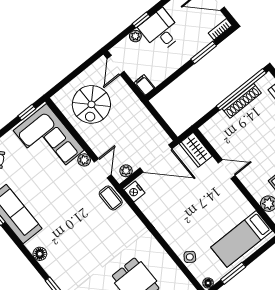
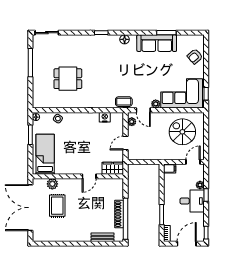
door: (116, 65) -> (193, 162), hinge flipped
door: (156, 158) -> (125, 143), width x0.53
nightstand: (135, 191) -> (105, 117), moved

